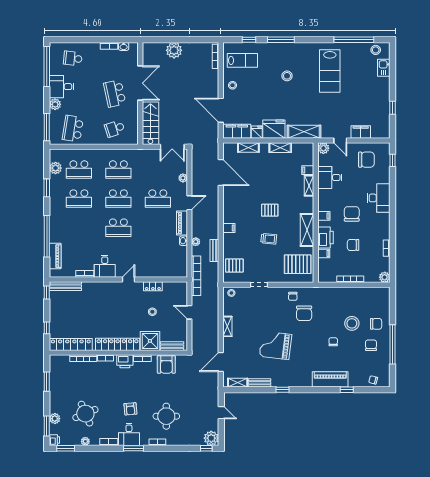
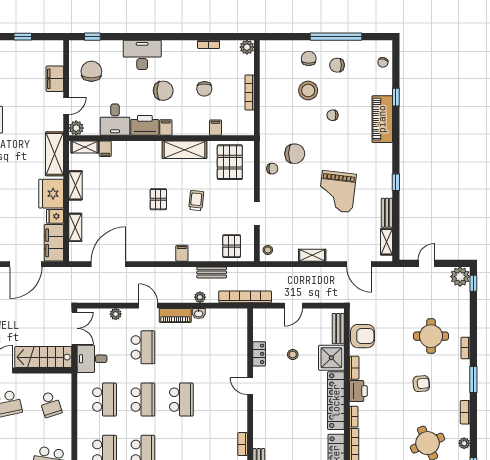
shelving: (309, 186) -> (85, 147), moved
chair: (352, 214) -> (163, 91), turned 180
printer: (326, 238) -> (145, 125), moved
desk: (105, 266) -> (92, 359), moved, turned 180
desk: (129, 434) -> (455, 386), removed

